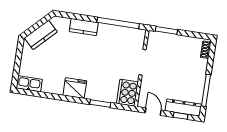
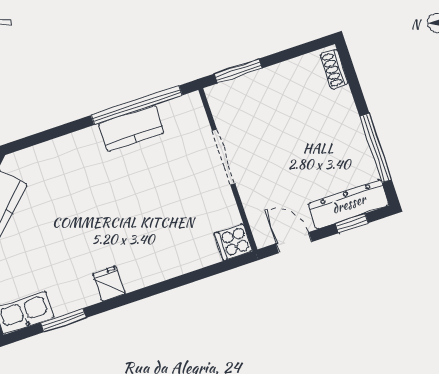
kitchen counter: (84, 27) -> (131, 128), moved
fridge: (75, 88) -> (109, 284), width x0.53, depth x0.75
cooker: (127, 93) -> (233, 242), width x0.53, depth x0.76
window: (100, 104) -> (63, 320), moved

